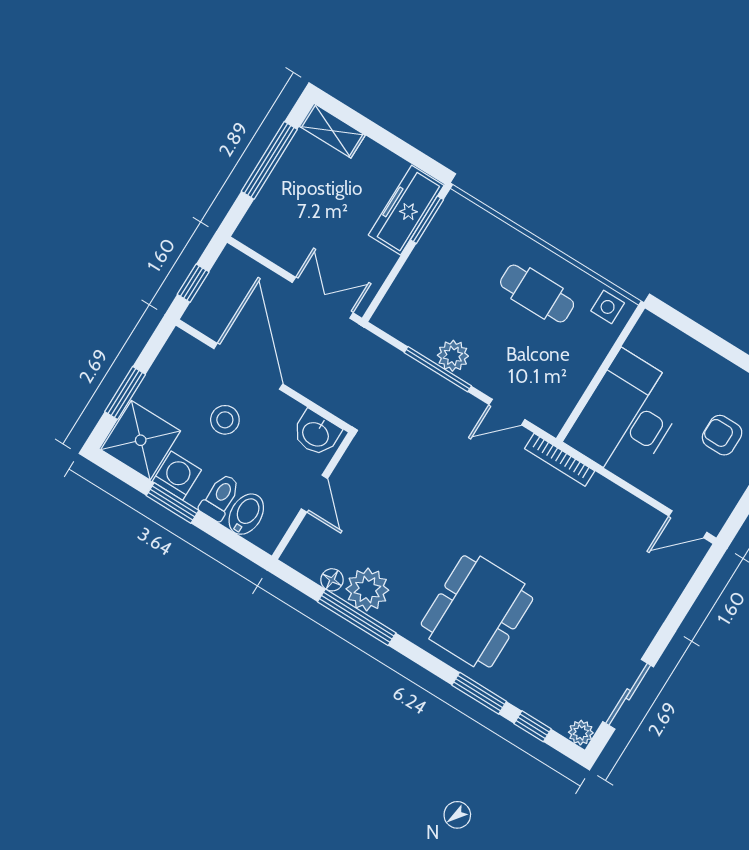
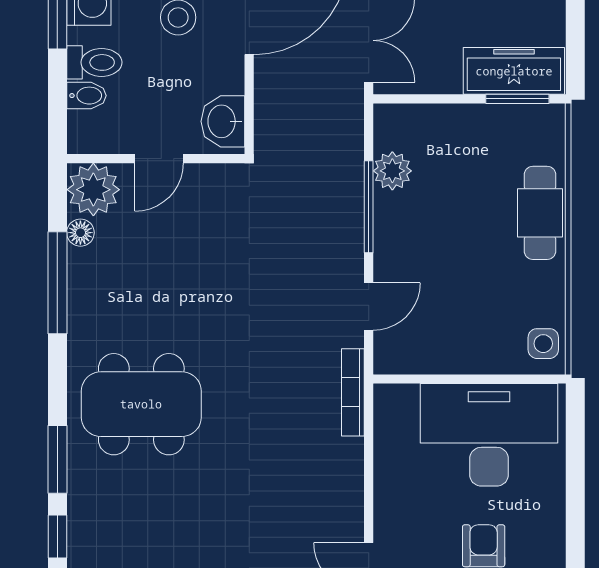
cafe table: (537, 294) -> (540, 213), moved
plant: (453, 356) -> (392, 171), moved
door: (507, 412) -> (369, 307), swing flipped
desk: (627, 416) -> (489, 435), moved
bidet: (246, 514) -> (86, 96), width x0.72, depth x0.74
plant: (367, 590) -> (93, 190), moved

